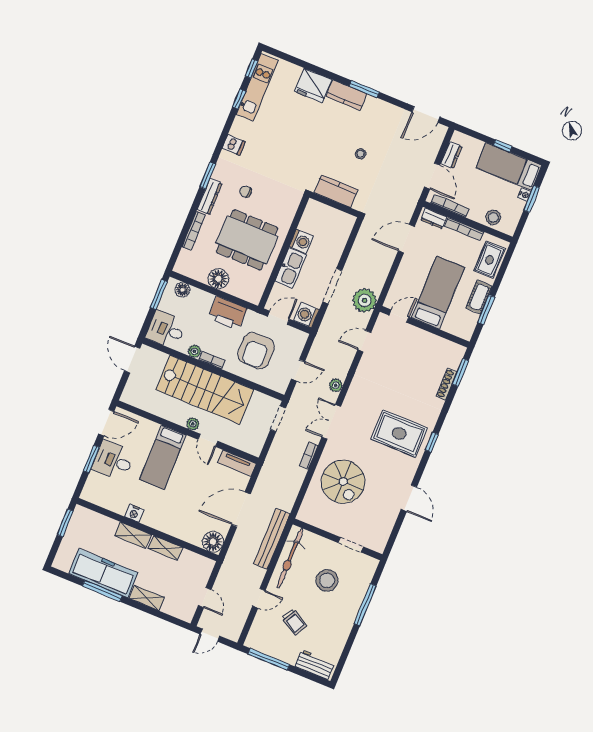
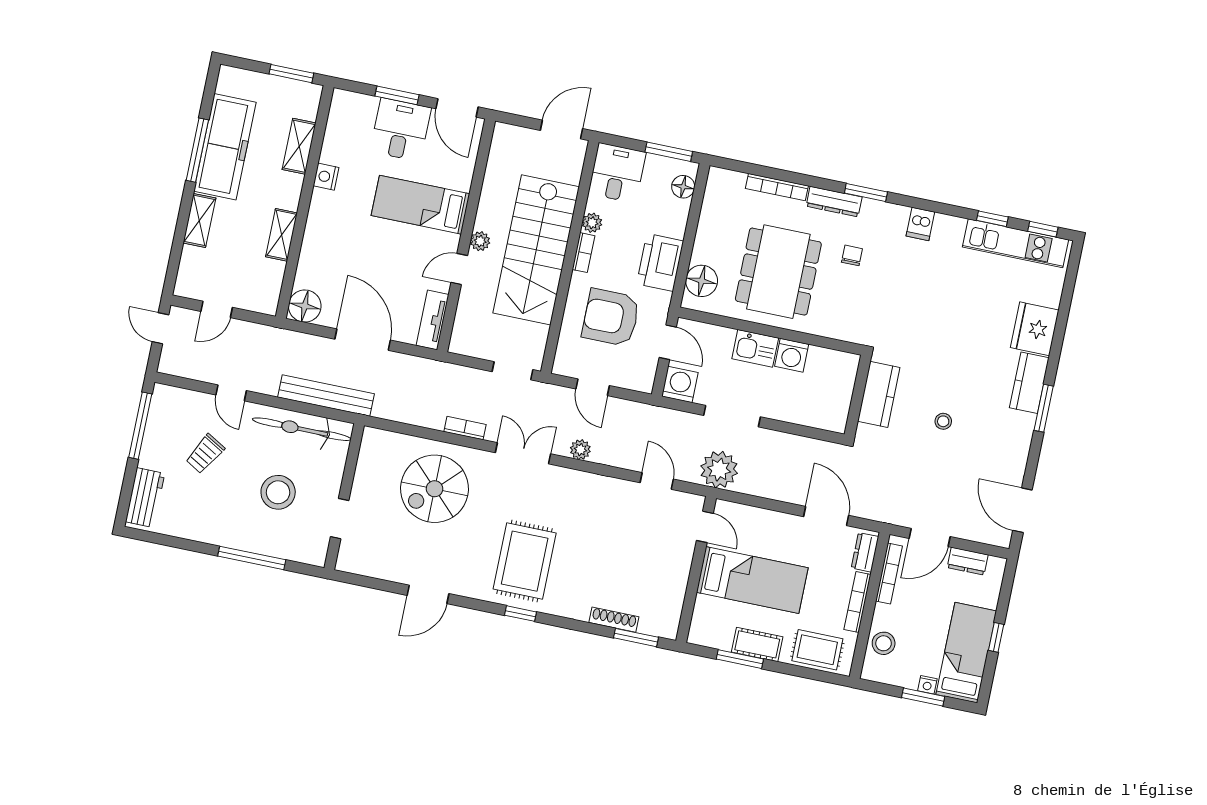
kitchen sink: (291, 268) -> (755, 348), width x0.73
floor lamp: (218, 279) -> (702, 281), moved
shelving: (133, 535) -> (299, 146), moved

